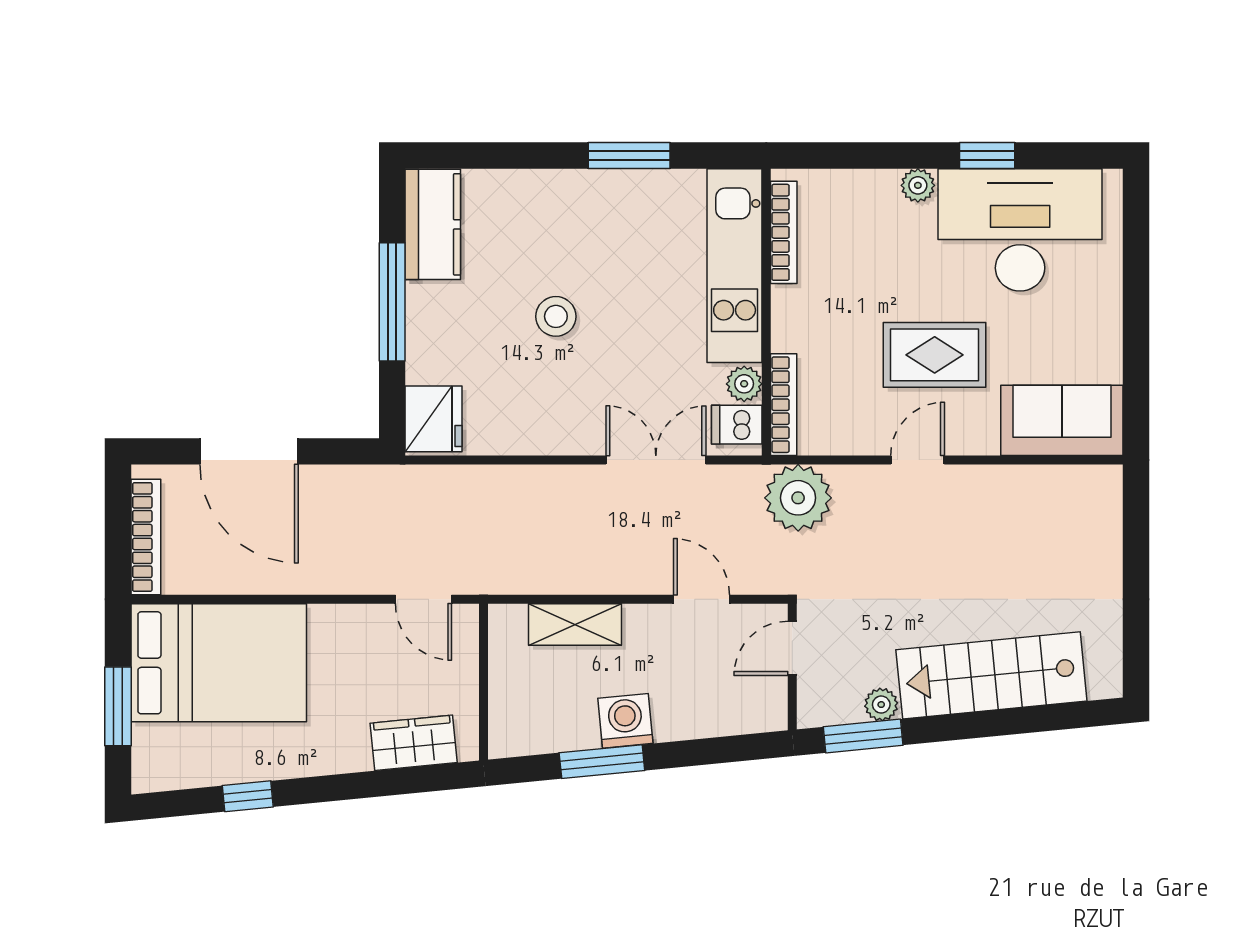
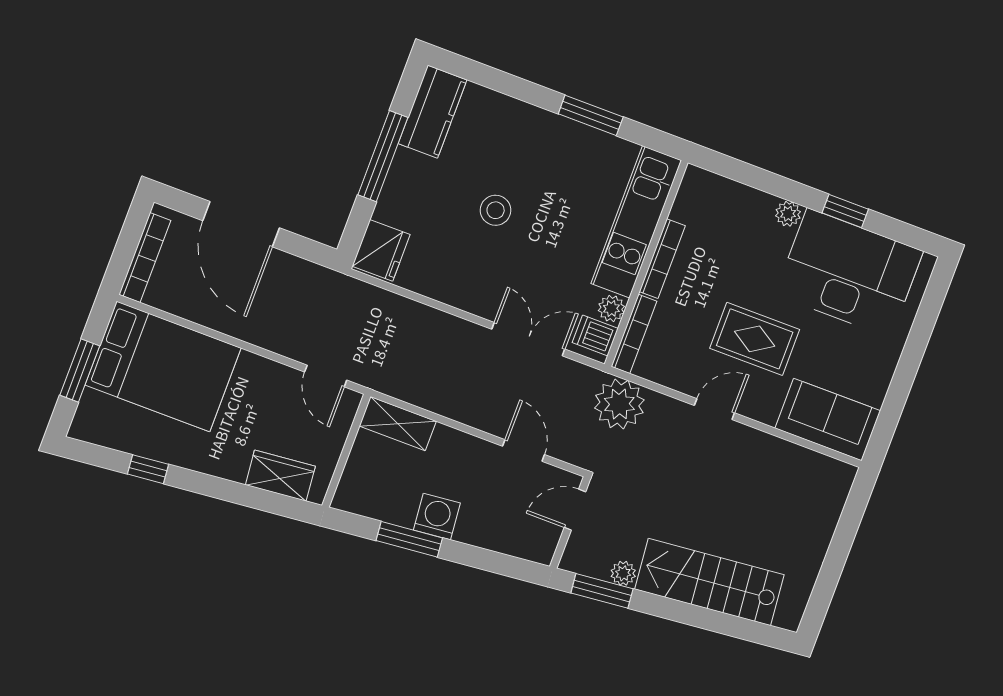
bookcase: (784, 232) -> (662, 259), moved
shelving: (575, 624) -> (398, 424), moved

